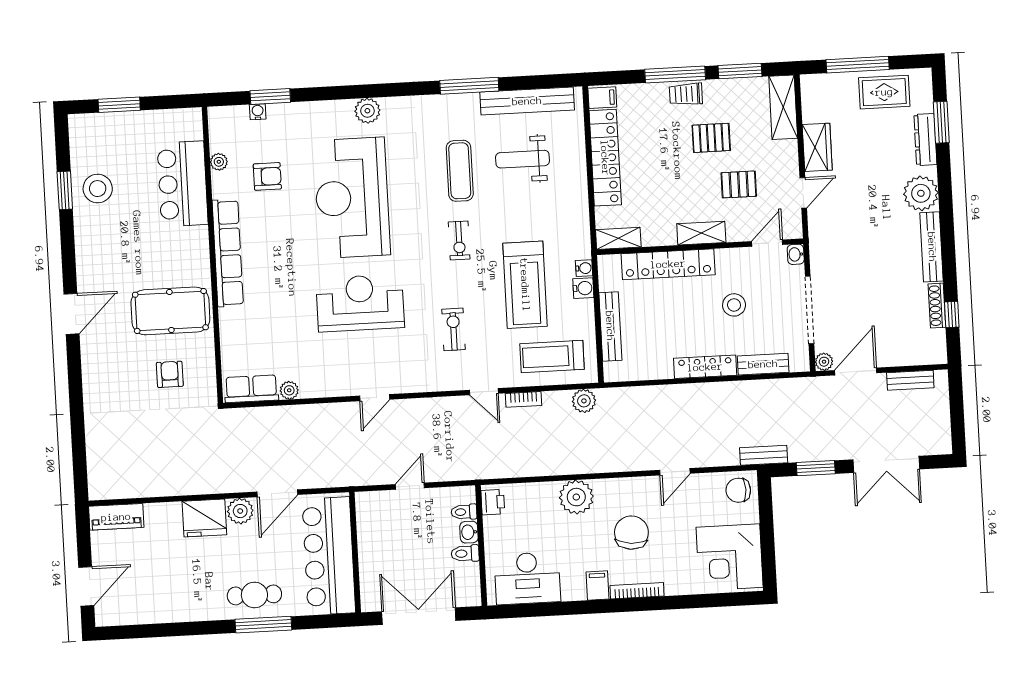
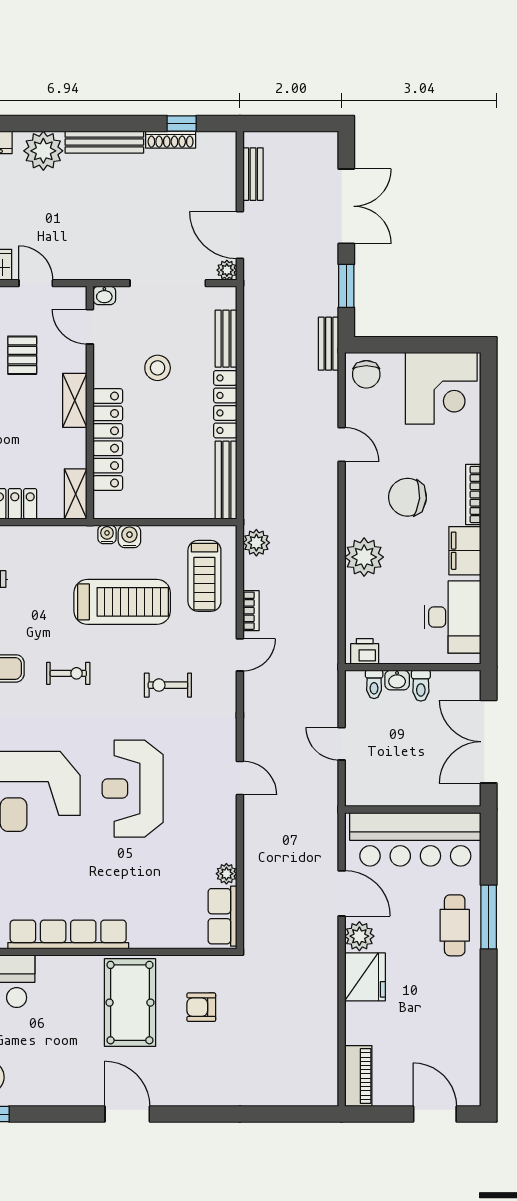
bench: (610, 326) -> (226, 480), moved, turned 90
filing cabinet: (597, 585) -> (465, 551), width x2.00

